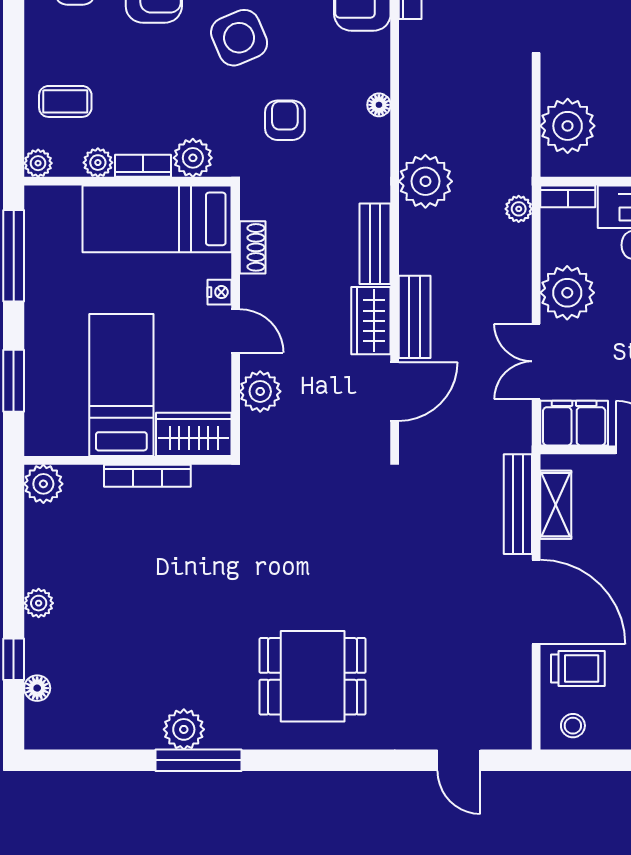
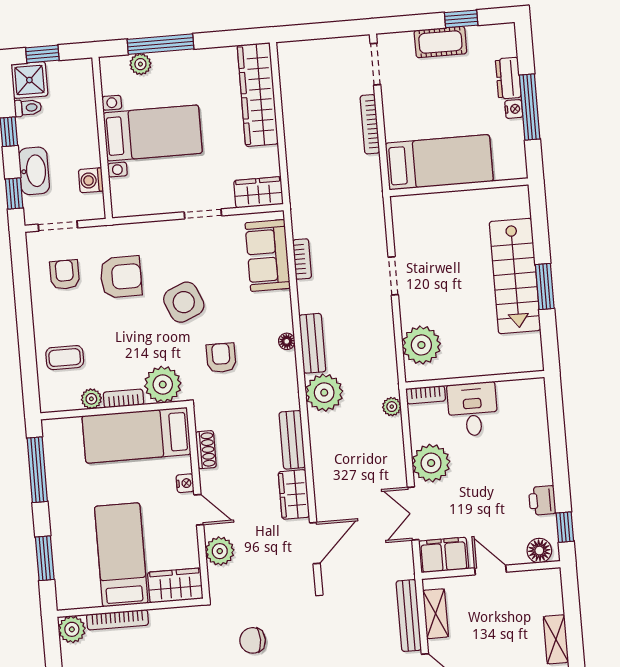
plant: (193, 158) -> (163, 385), width x1.36, depth x1.36
plant: (38, 163) -> (49, 403), removed
bench: (415, 317) -> (312, 343), moved
bookcase: (147, 476) -> (117, 620), moved
chair: (296, 521) -> (253, 640), added

